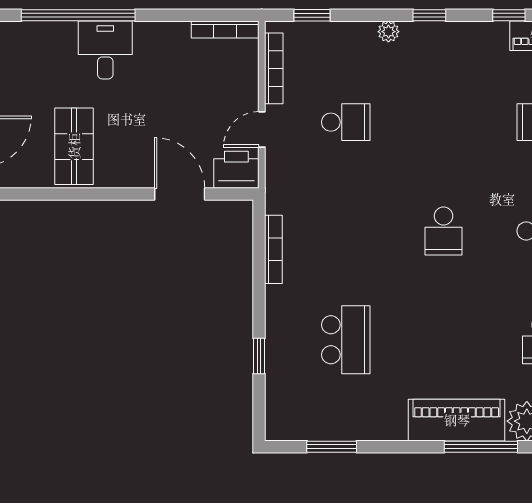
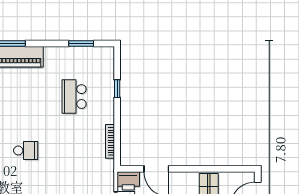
school desk: (444, 231) -> (26, 150), turned 90

